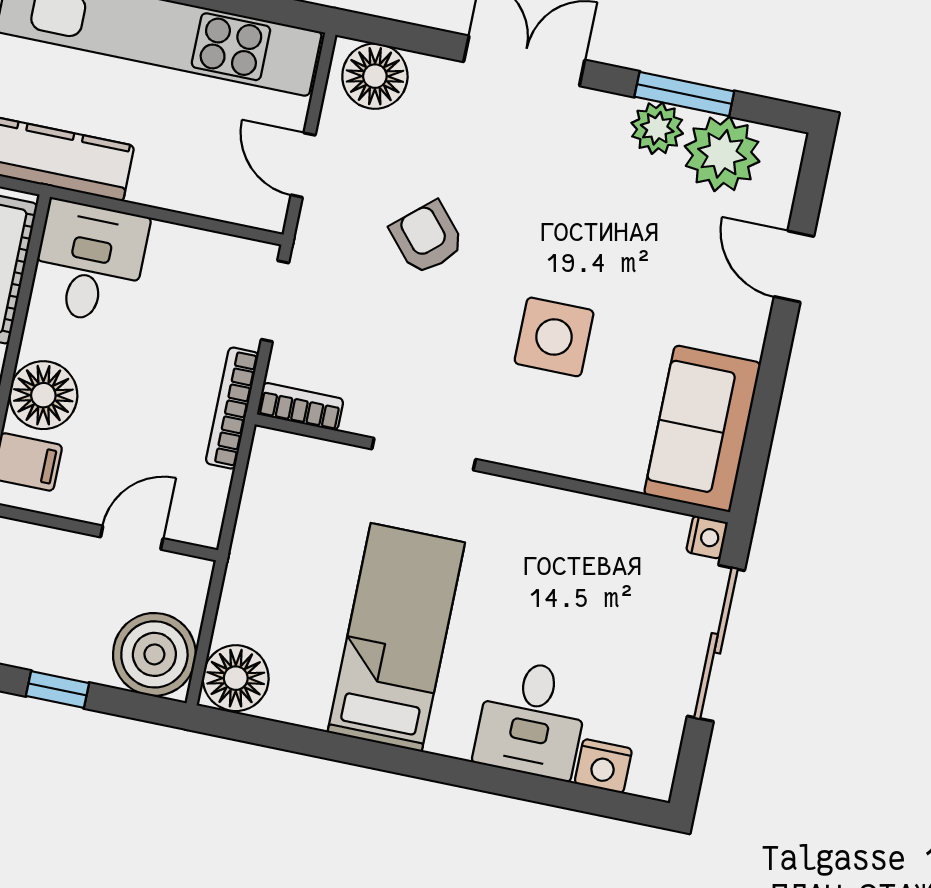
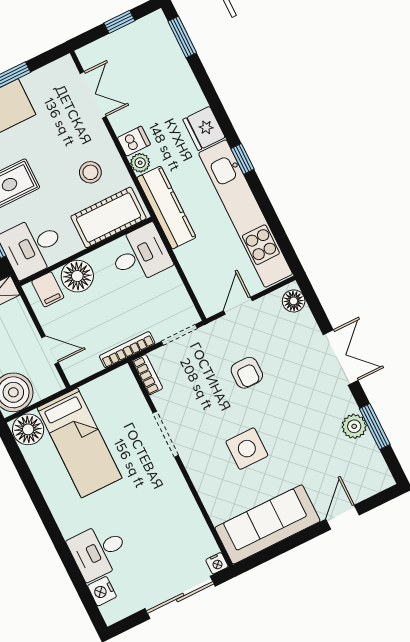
floor lamp: (375, 76) -> (294, 301), width x0.73, depth x0.73
plant: (722, 154) -> (363, 458), removed
armchair: (427, 238) -> (247, 373), turned 131
sofa: (702, 429) -> (267, 524), width x1.36
bed: (396, 637) -> (79, 443), moved, turned 90

